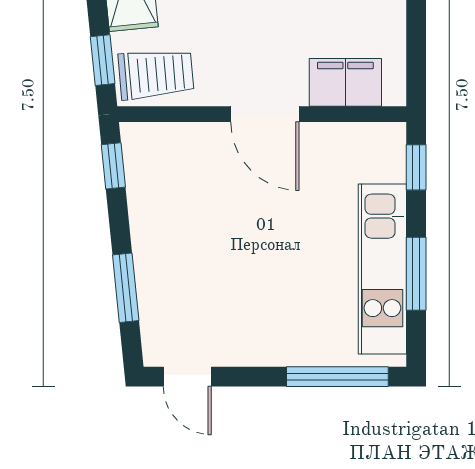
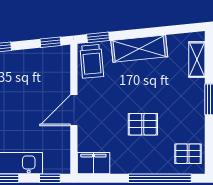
filing cabinet: (345, 82) -> (93, 163), moved, turned -90

